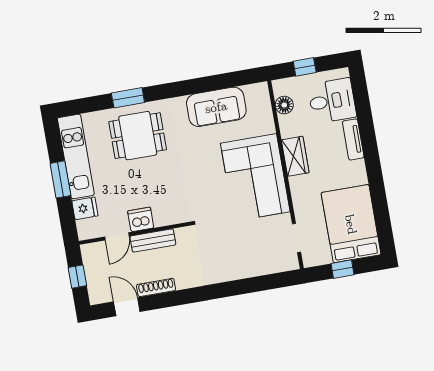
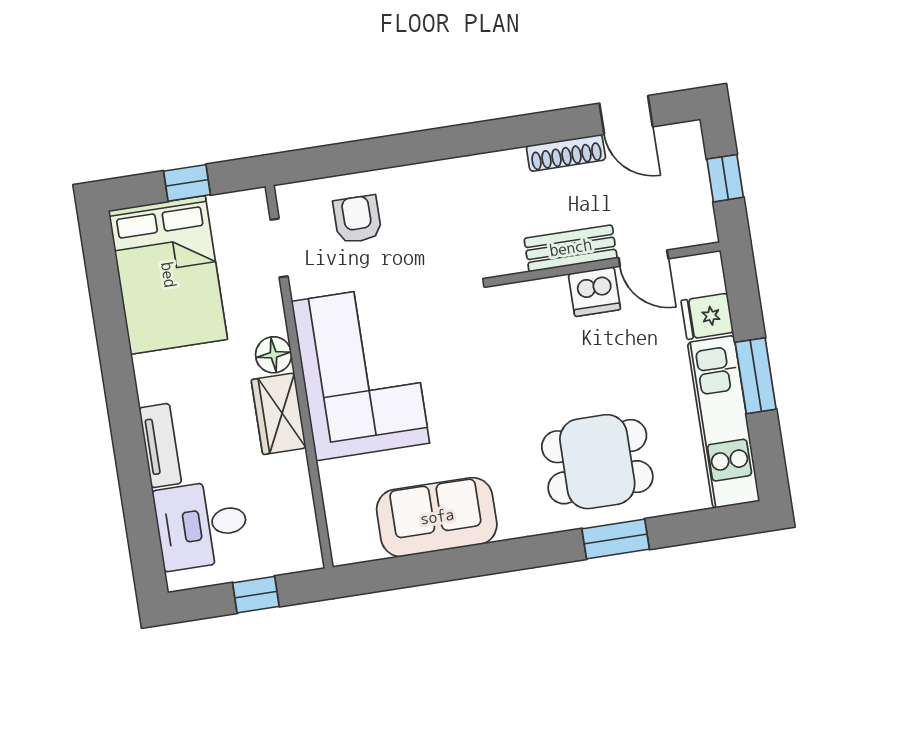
floor lamp: (284, 105) -> (274, 355), moved
door: (117, 236) -> (643, 258), swing flipped
armchair: (258, 253) -> (357, 219), added

